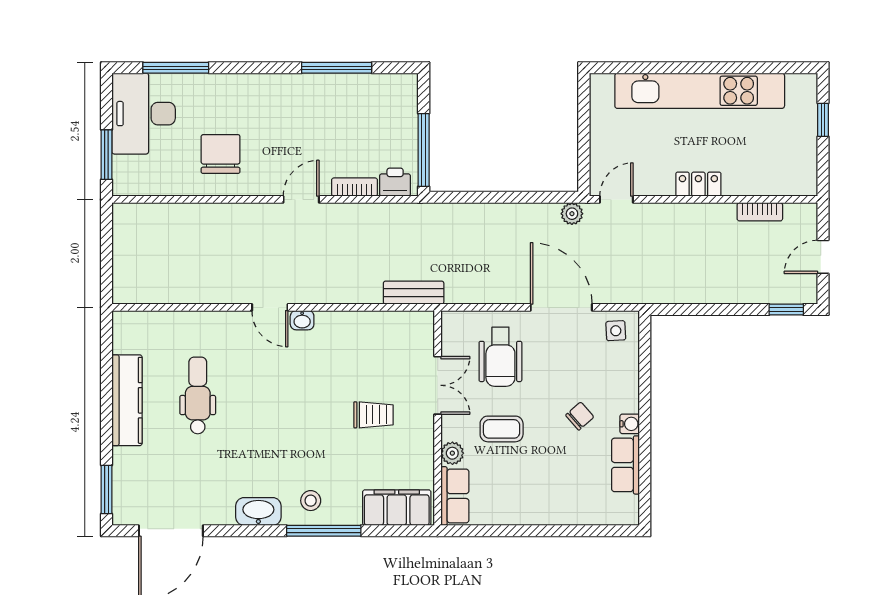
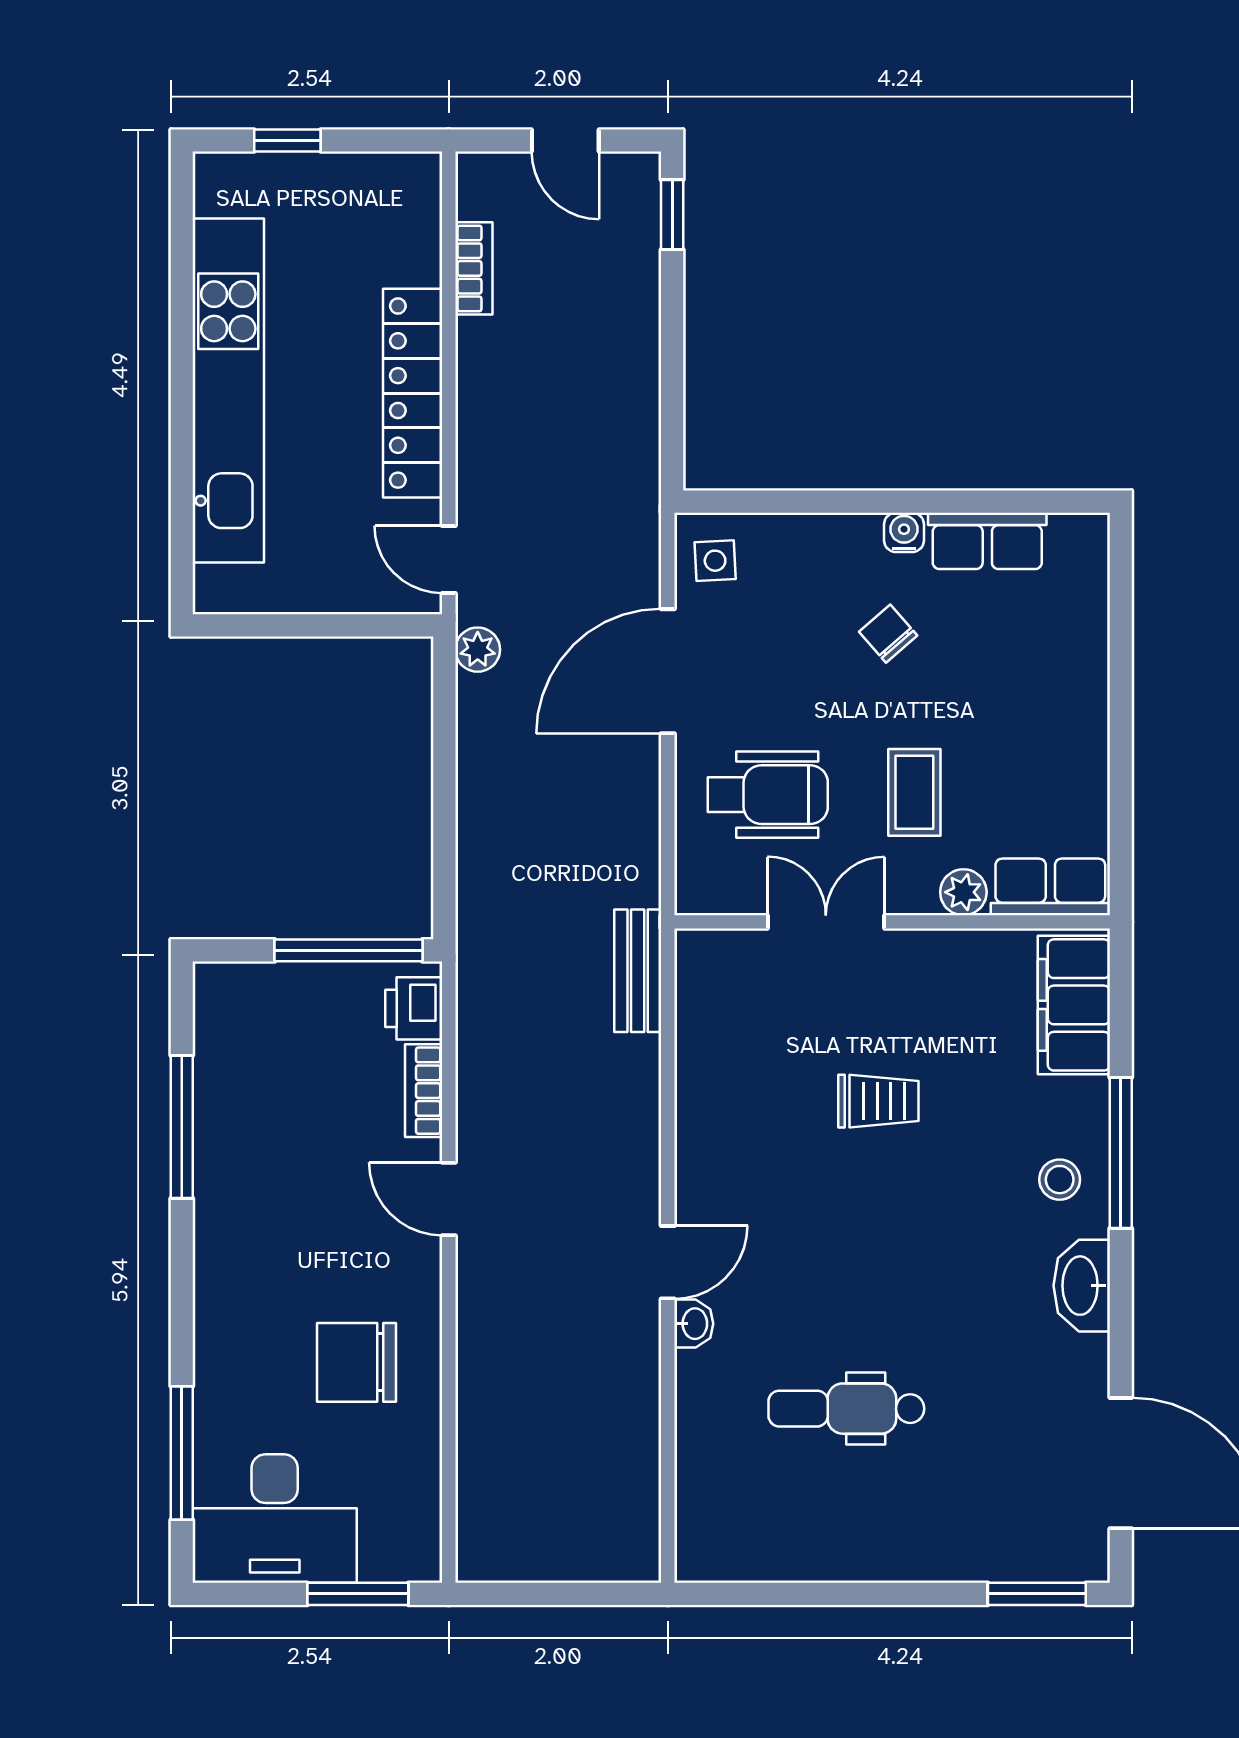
locker: (698, 184) -> (413, 393), width x2.16, depth x1.21
washbasin: (302, 320) -> (694, 1324), moved
kitchen counter: (127, 400) -> (856, 1552), removed
trolley: (374, 415) -> (878, 1101), moved, turned 90

